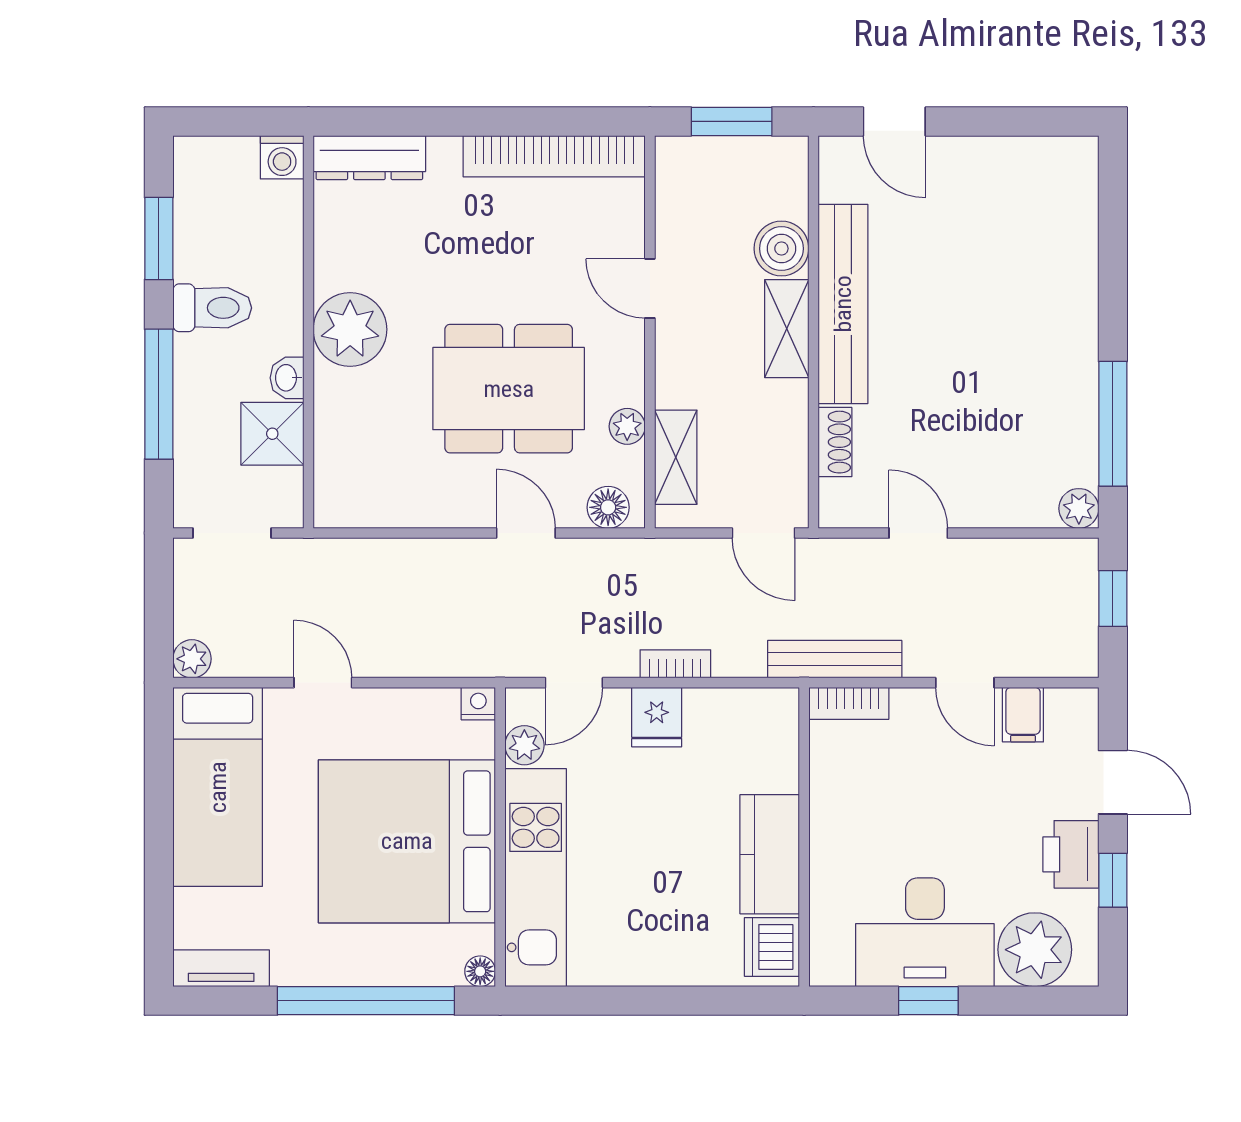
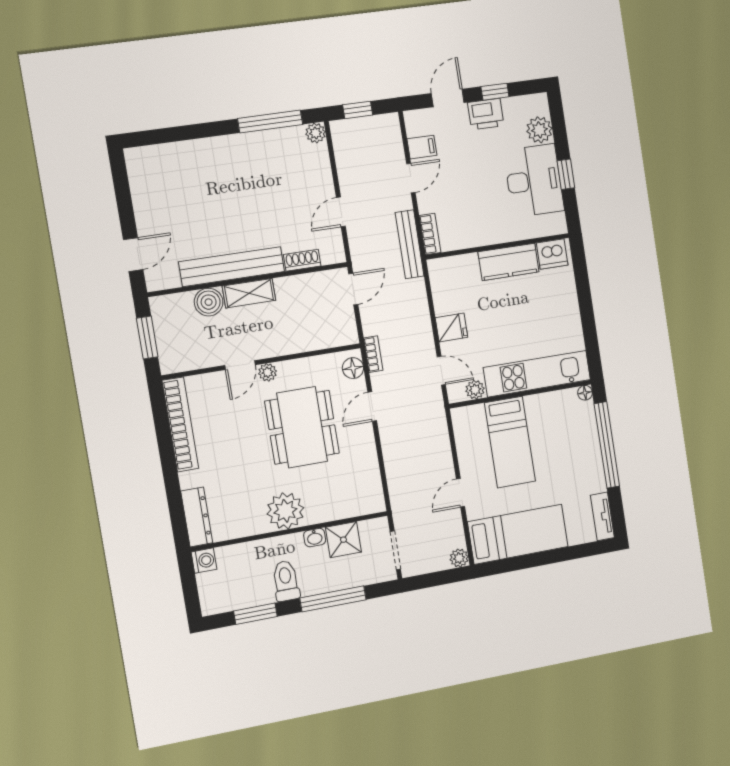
plant: (627, 426) -> (268, 372), moved
shelving: (676, 457) -> (323, 339), removed
bookcase: (675, 664) -> (373, 354), moved, turned 180
nightstand: (478, 704) -> (459, 416), removed
bed: (407, 841) -> (510, 442), width x0.49
plant: (1035, 950) -> (539, 130), width x0.73, depth x0.73

